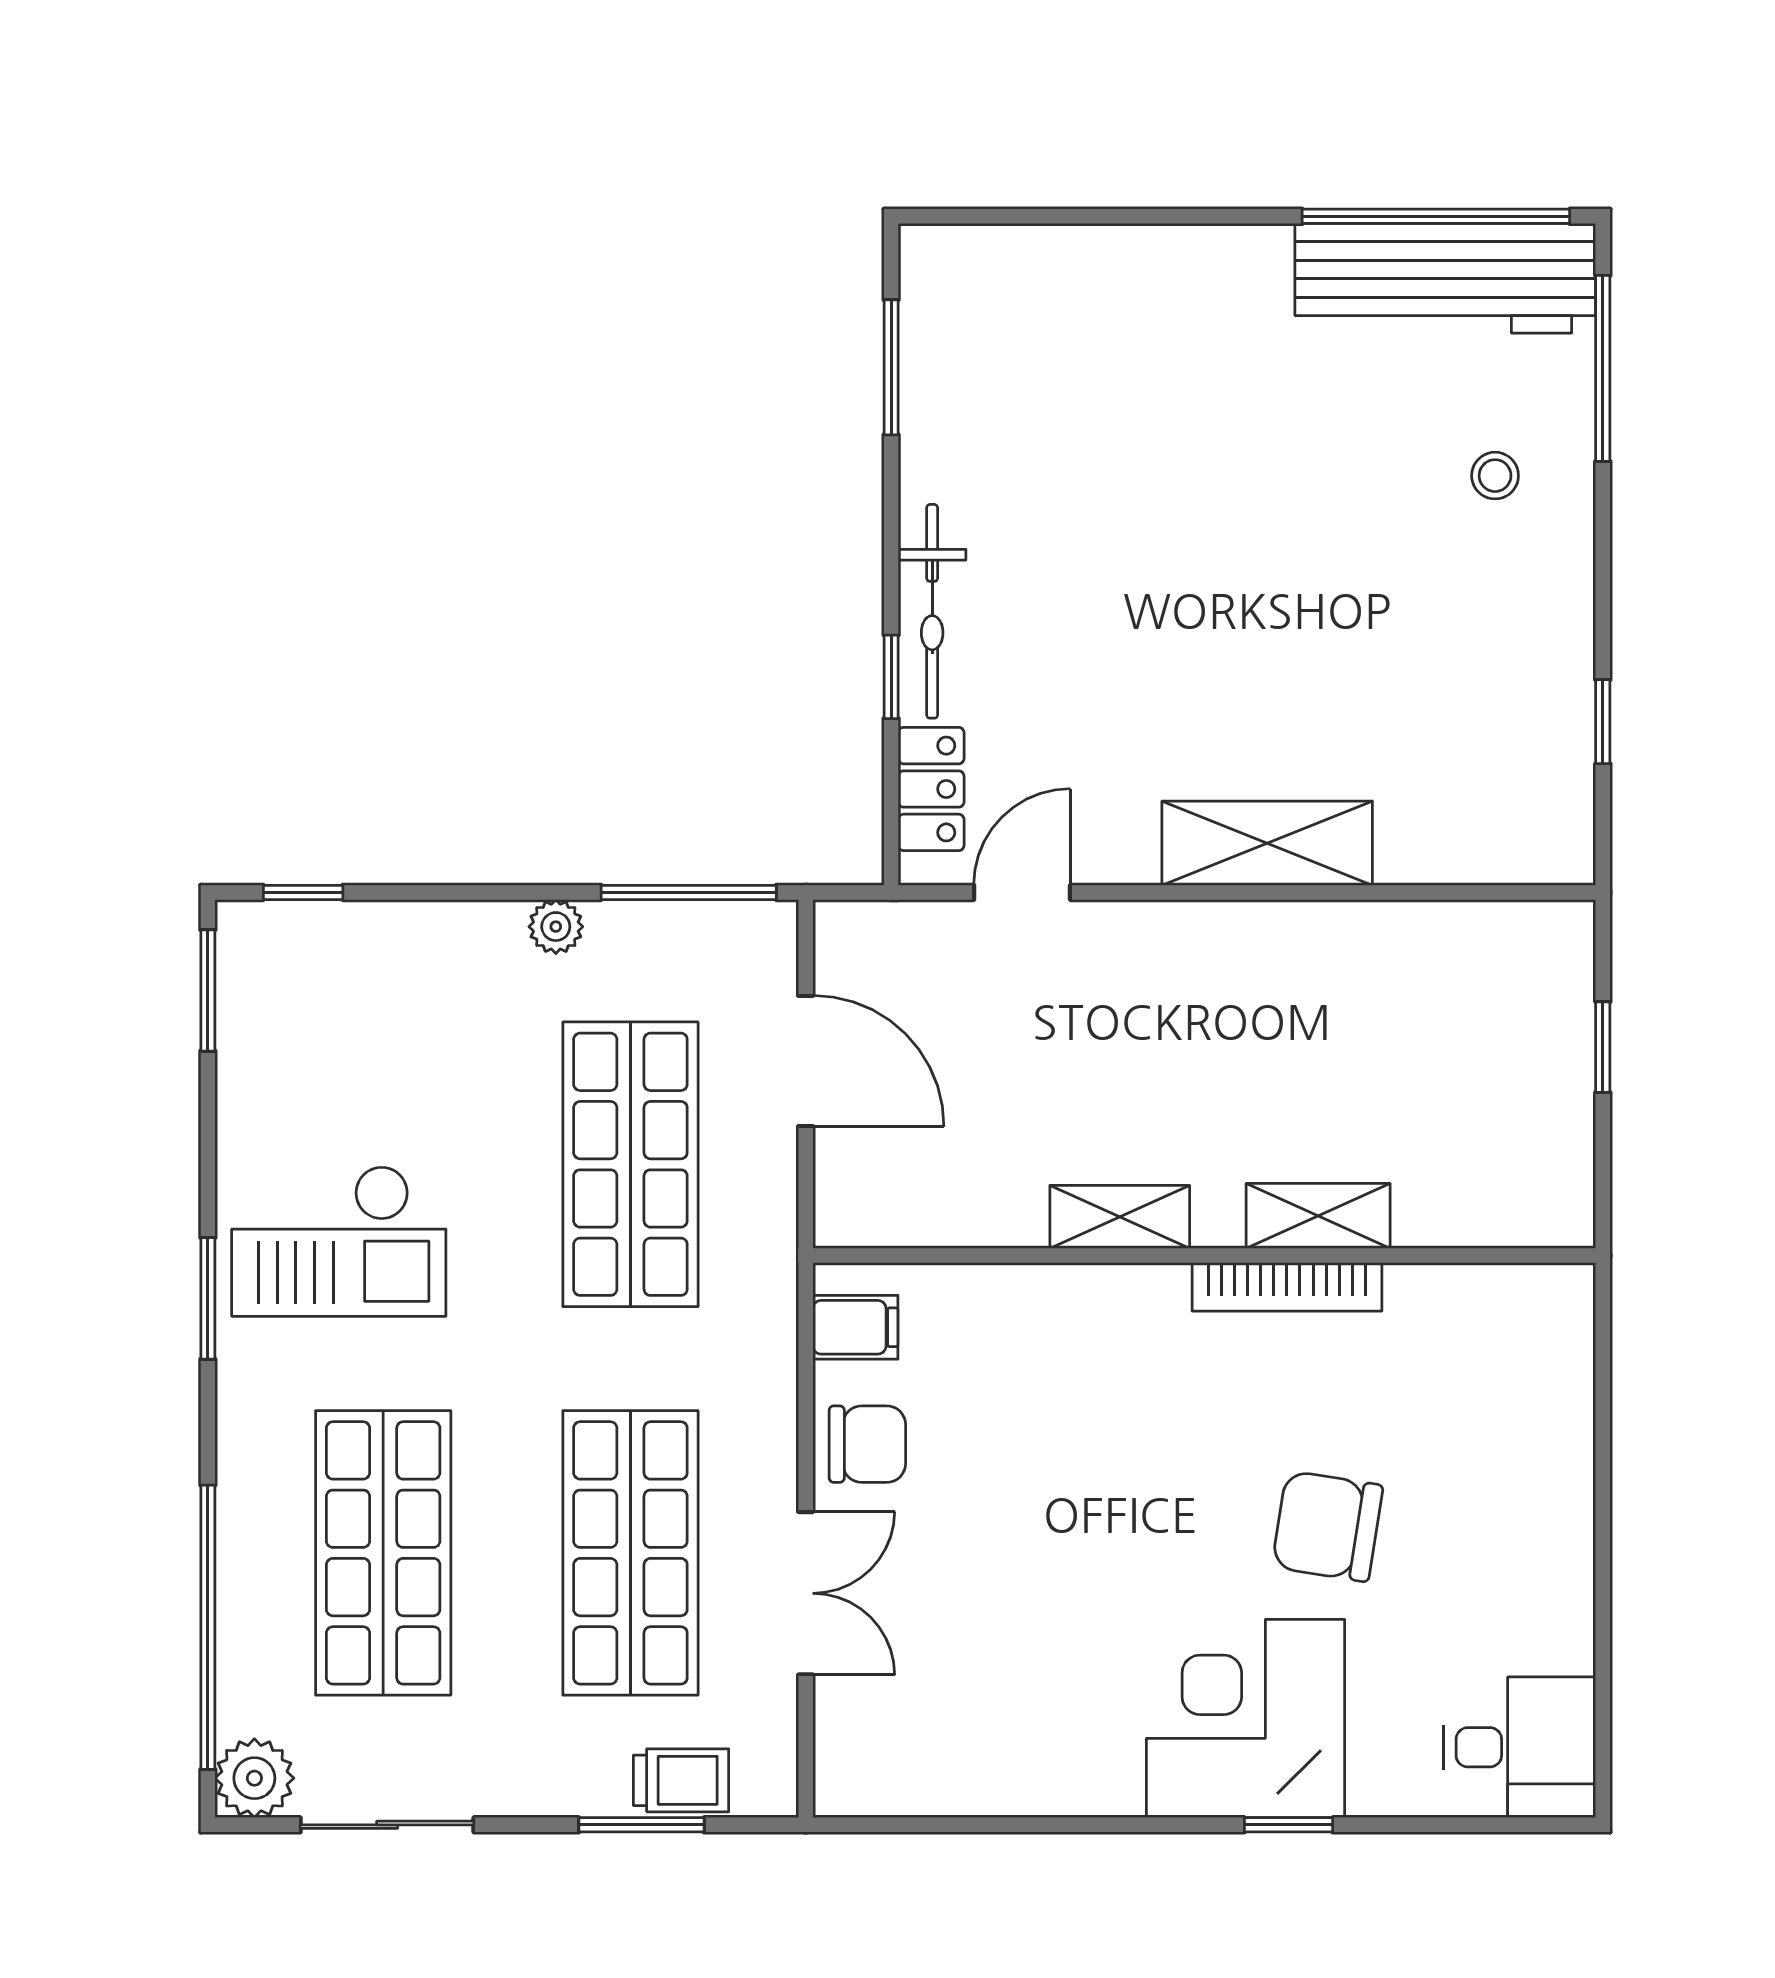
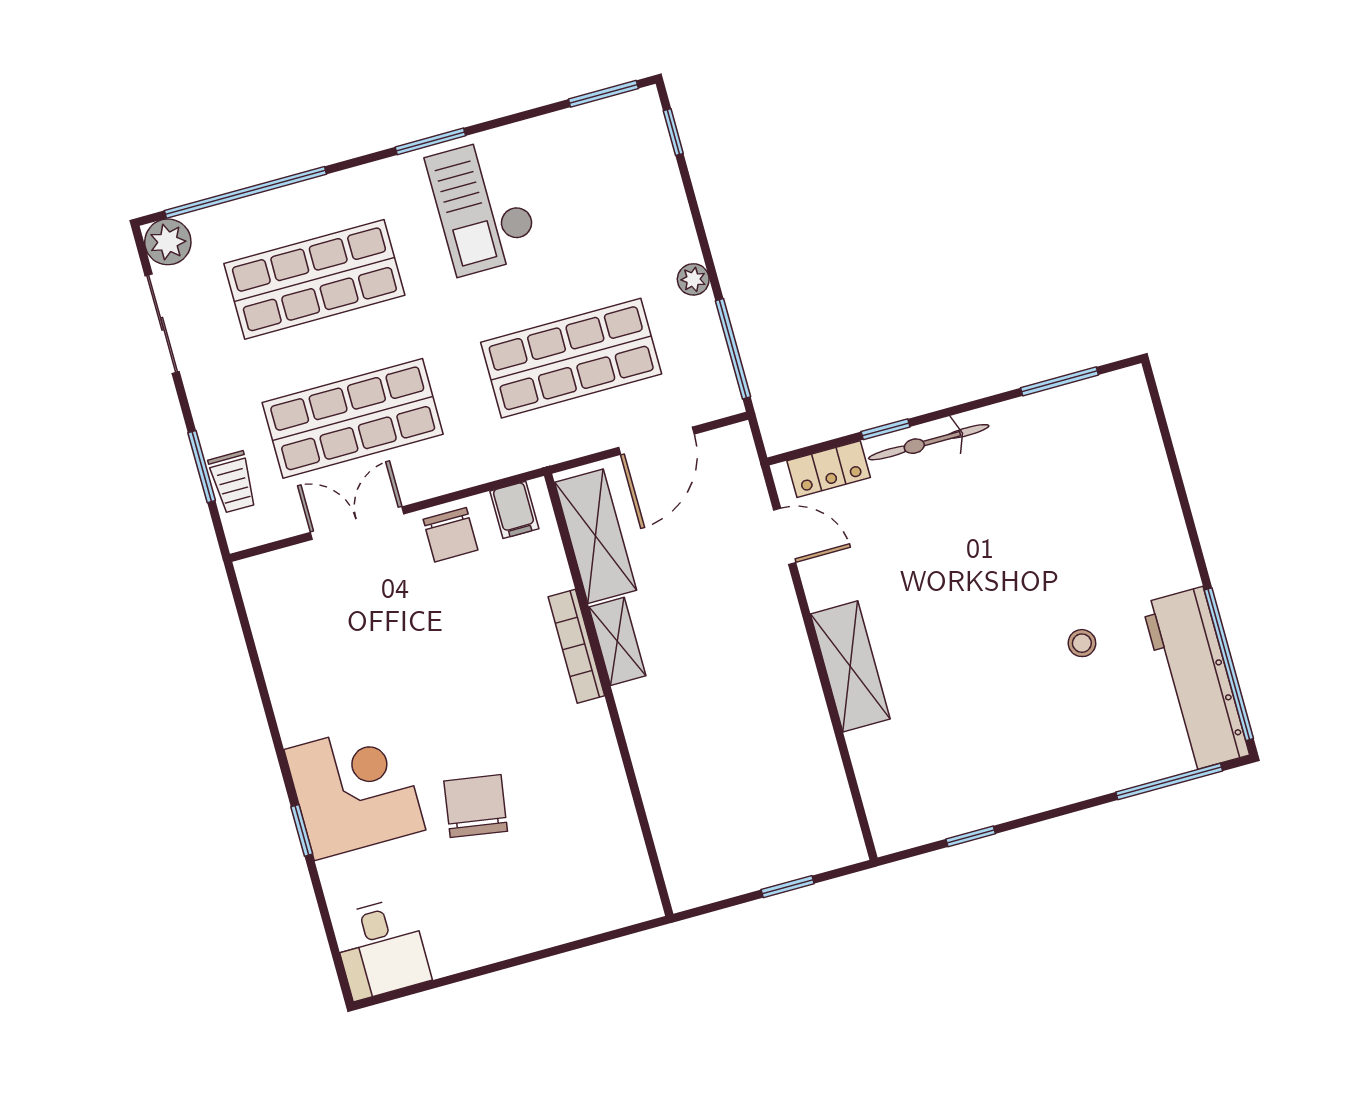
stool: (1495, 476) -> (1082, 643), moved
shelving: (1318, 1216) -> (596, 536), moved, width x1.50, depth x1.33
bookcase: (1287, 1287) -> (576, 646), moved
double door: (806, 1593) -> (357, 523), swing flipped

